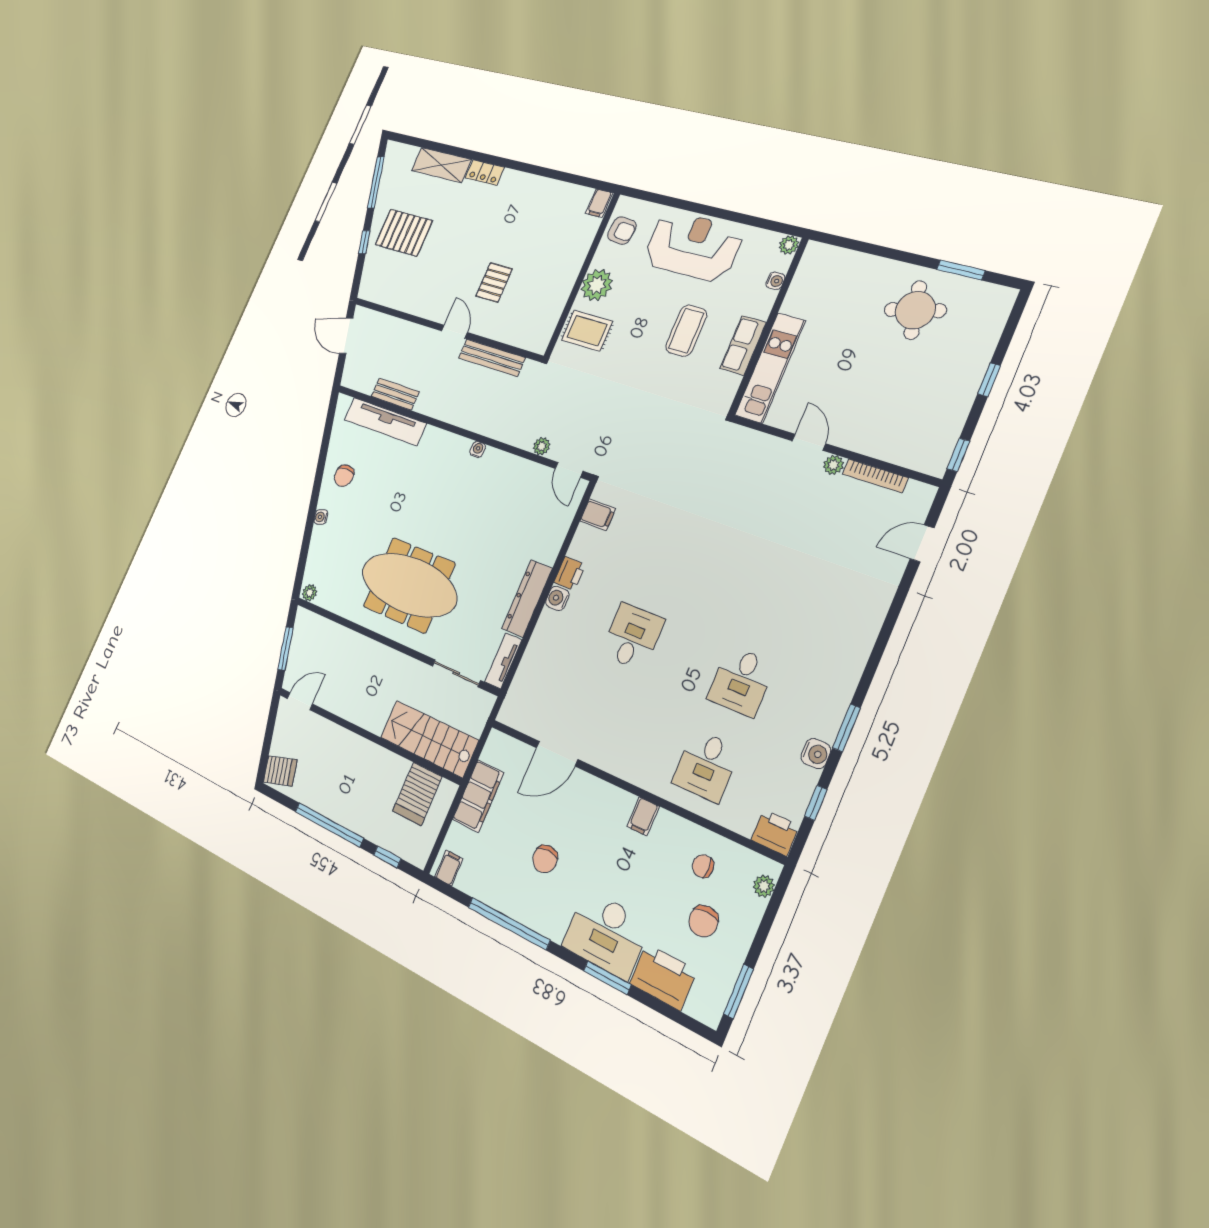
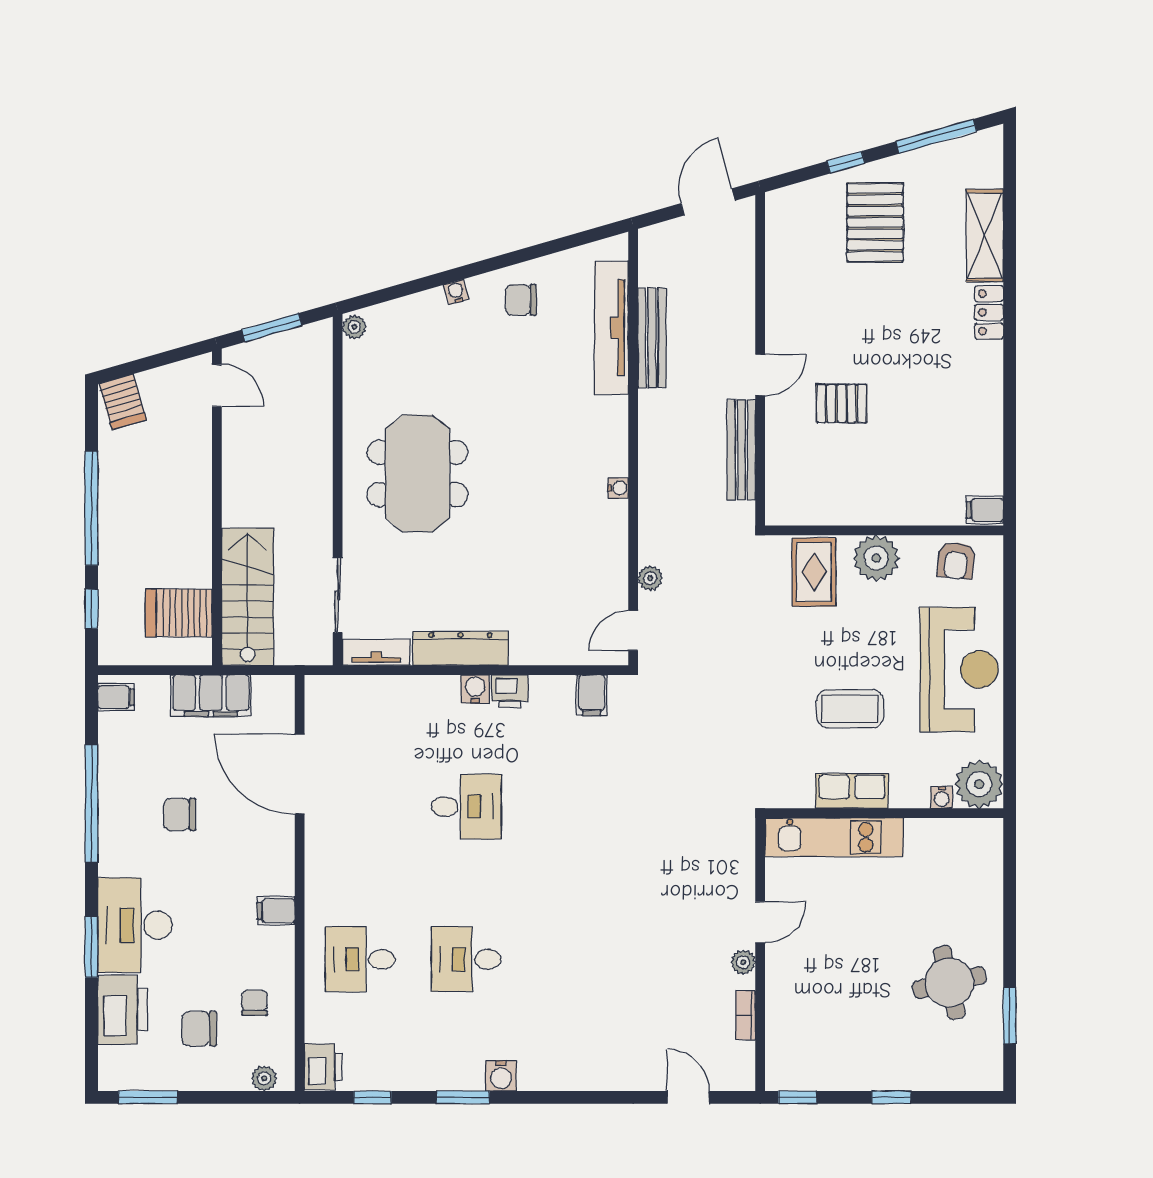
plant: (789, 245) -> (979, 784), width x1.87, depth x1.87
bench: (395, 394) -> (652, 338), width x1.36
bookcase: (875, 476) -> (746, 1015), width x0.64
meeting table: (409, 585) -> (417, 473), width x0.73
door: (557, 754) -> (300, 774), width x1.36
water cooler: (816, 754) -> (501, 1076), moved

